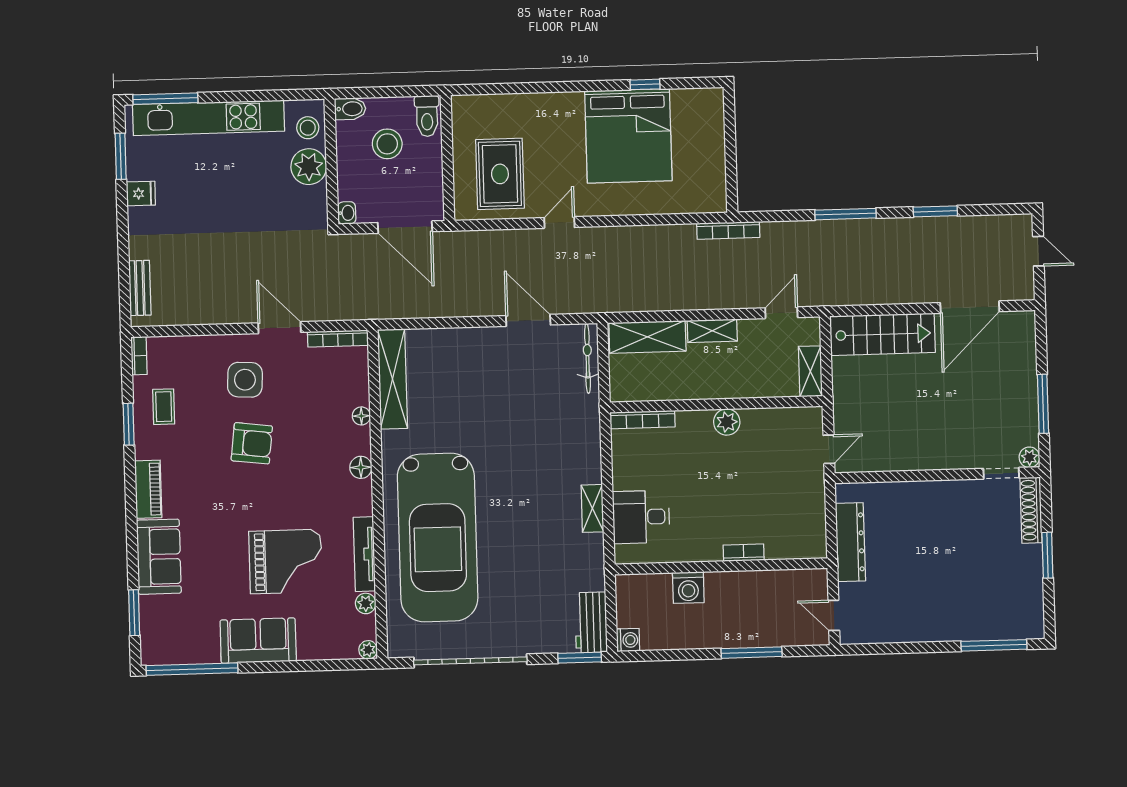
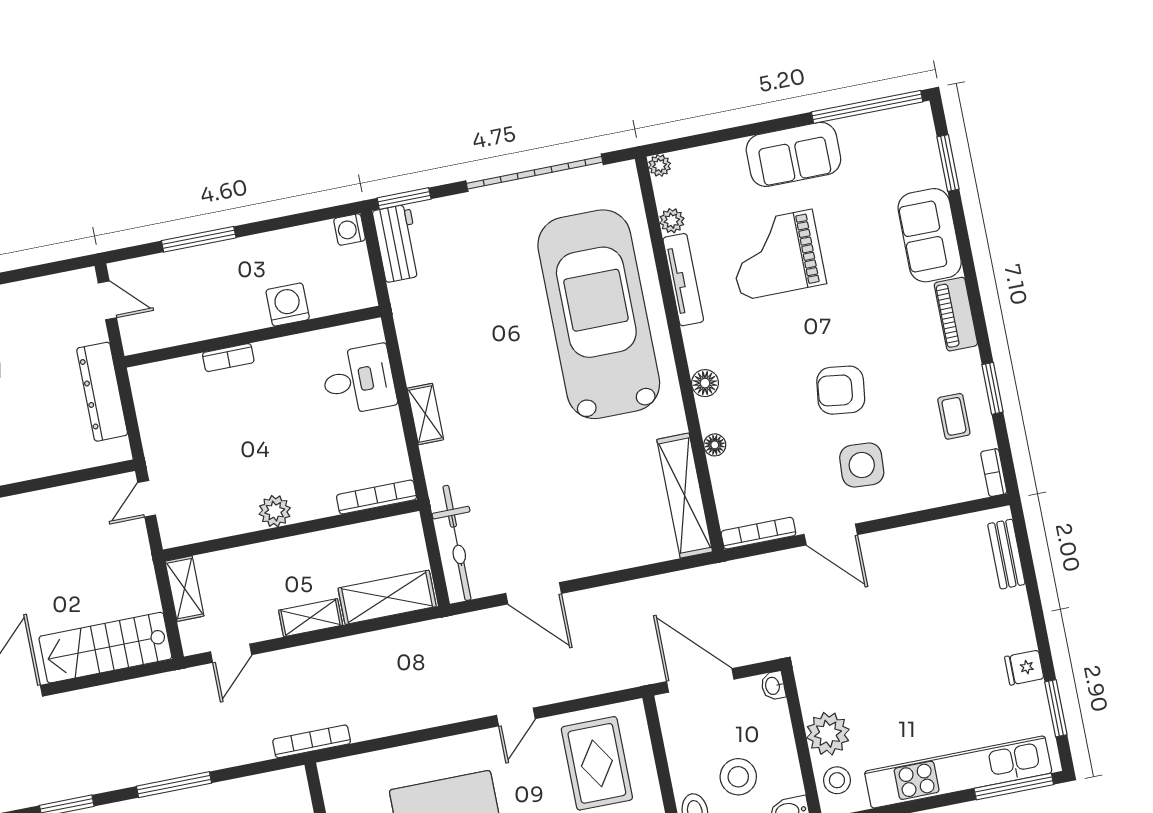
bicycle: (588, 358) -> (457, 543), width x1.37, depth x1.40
shelving: (592, 508) -> (425, 414), moved

